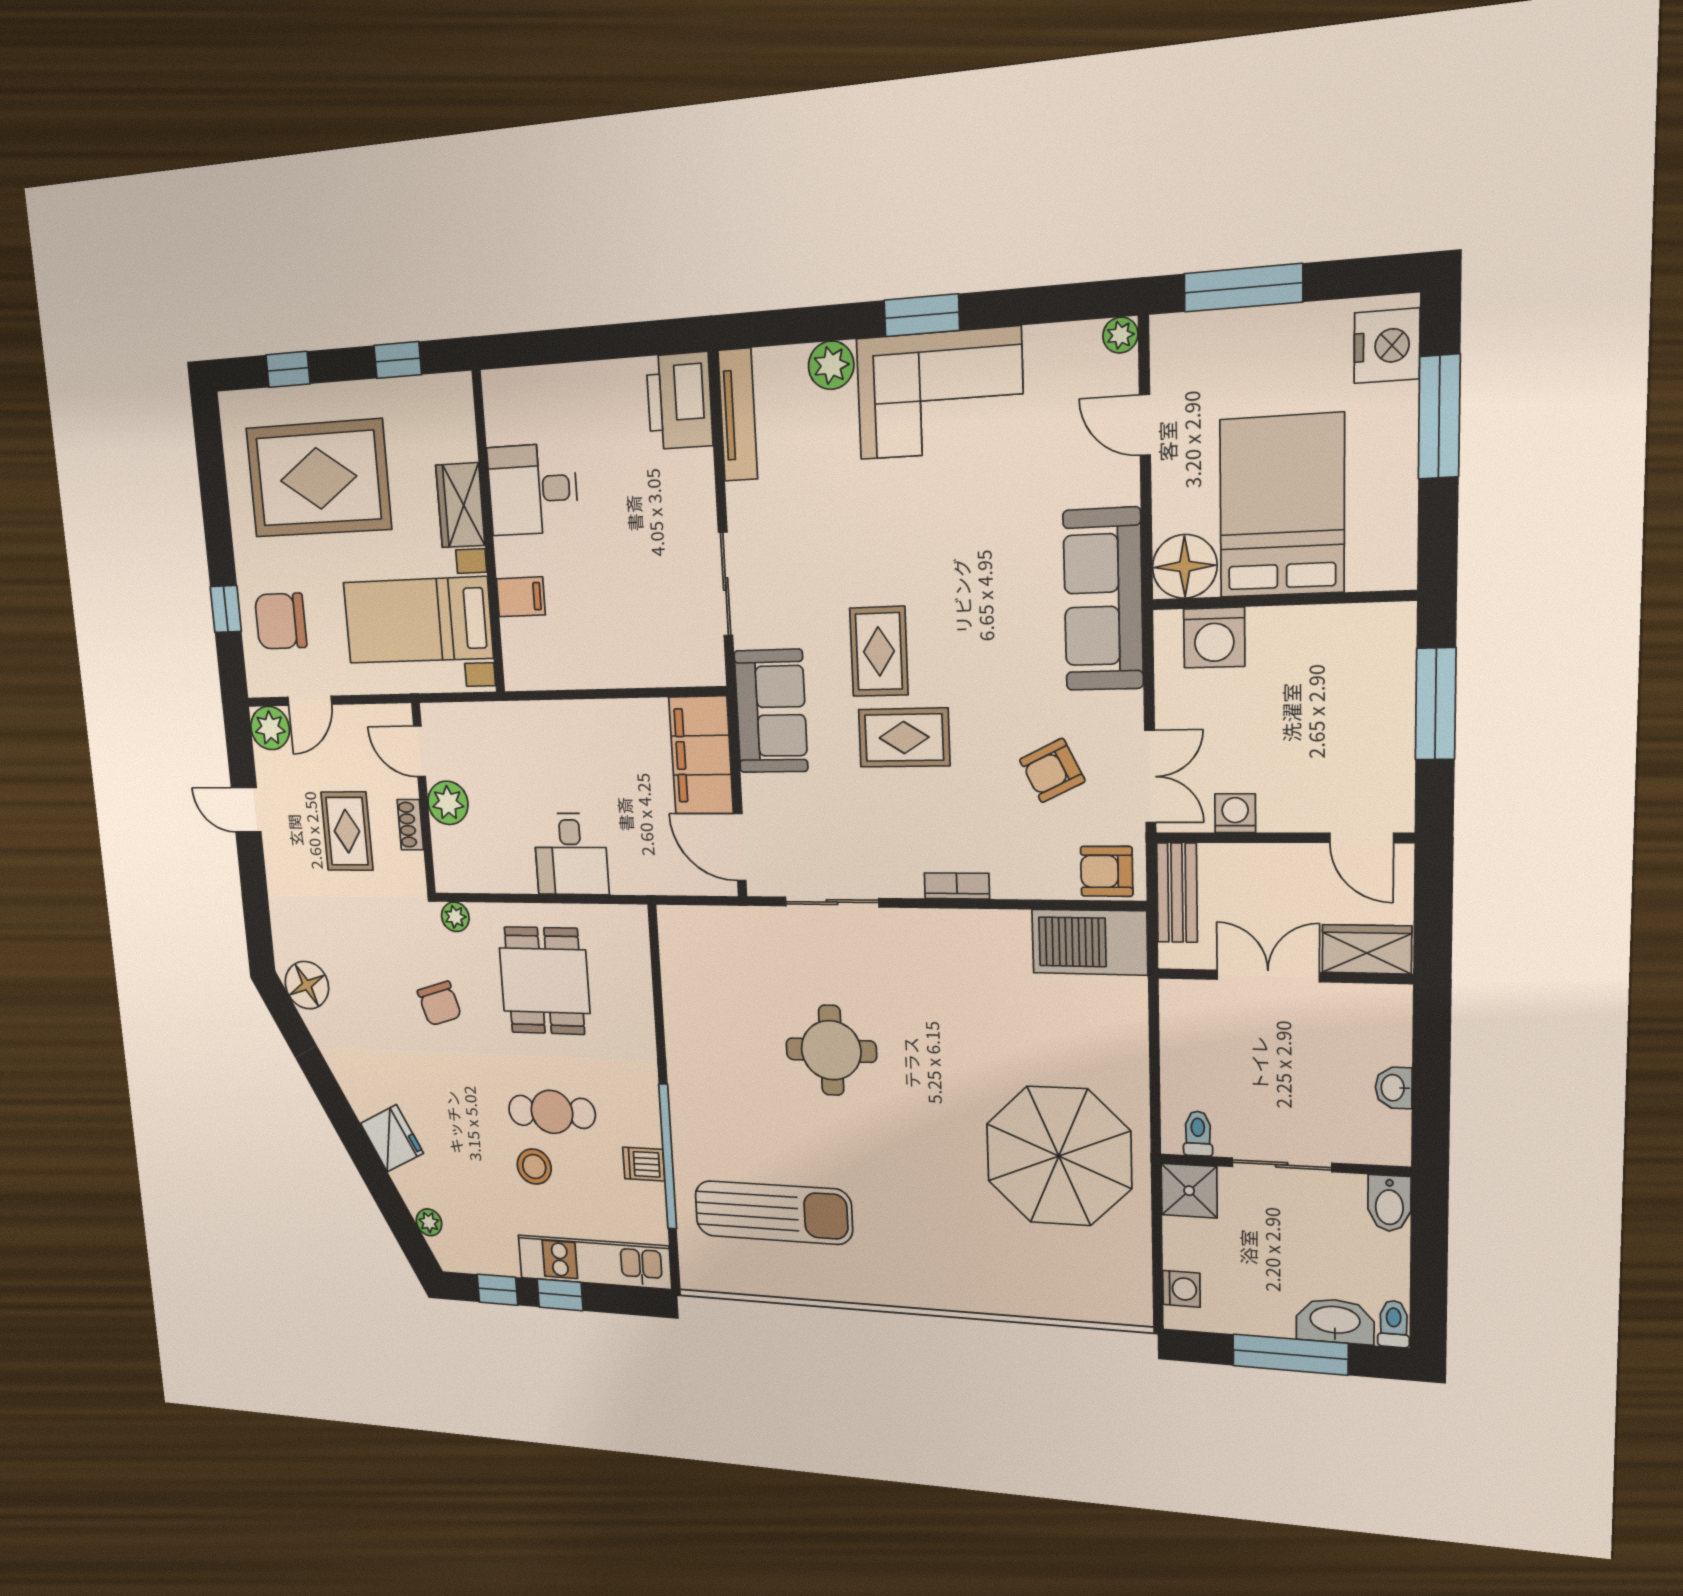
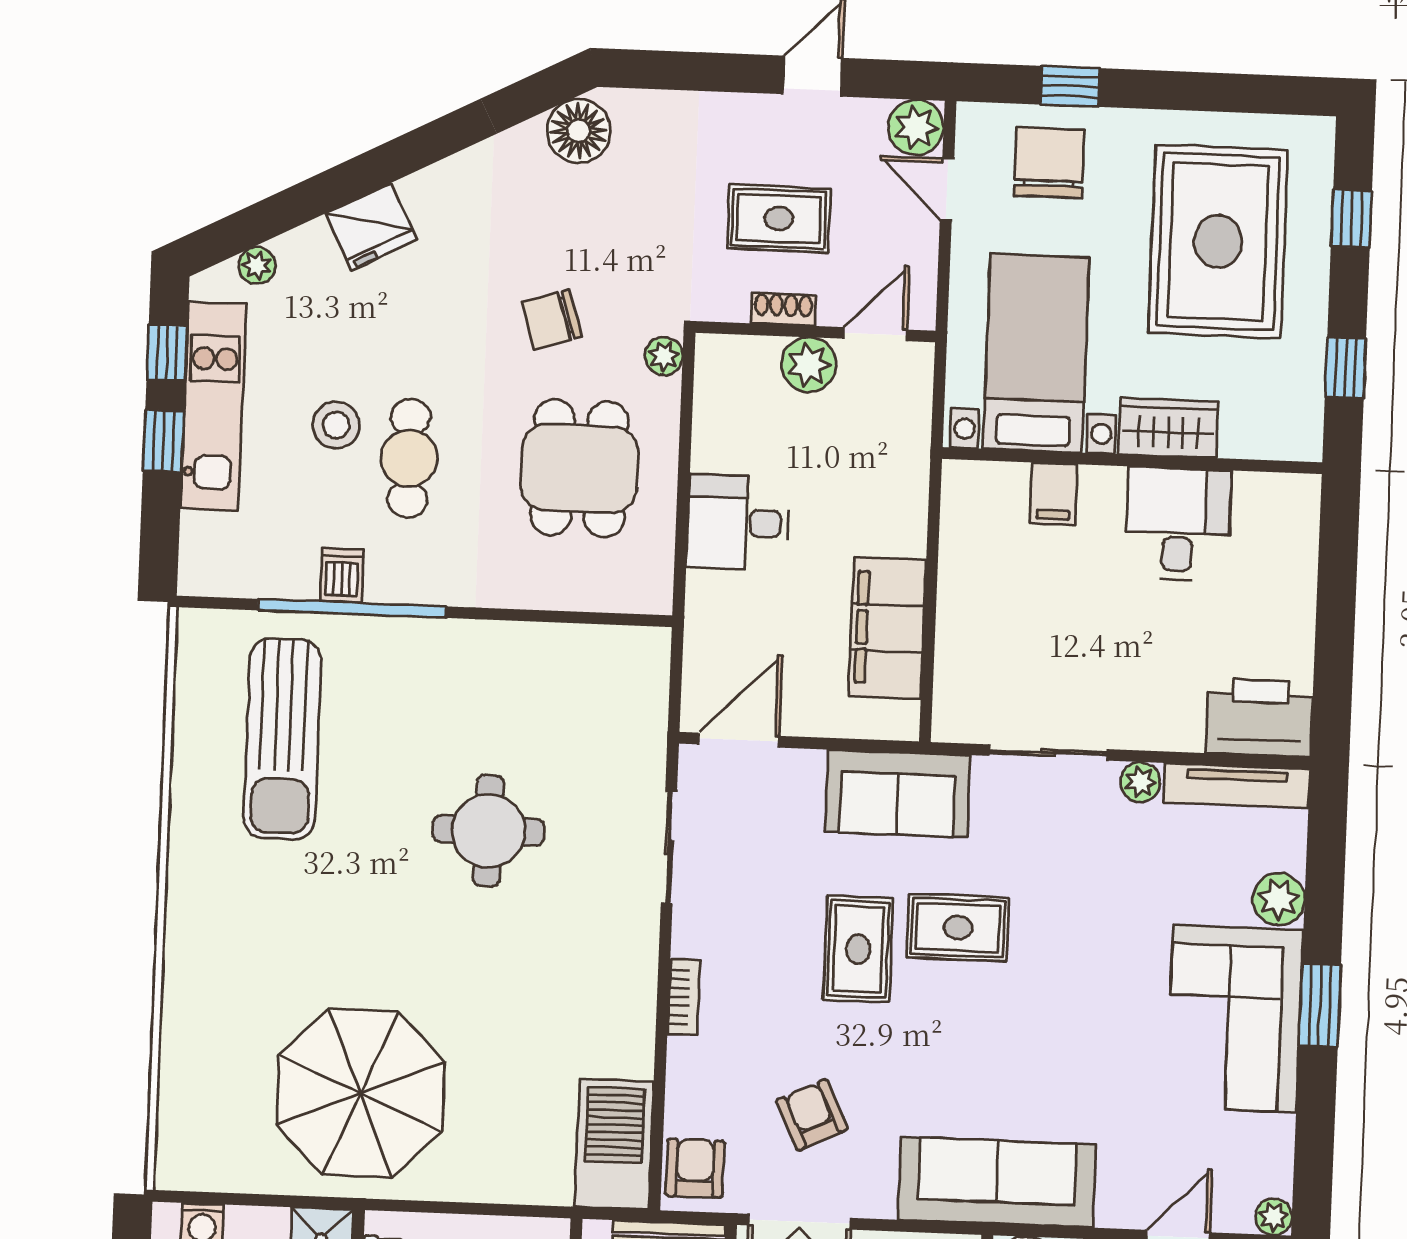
plant: (742, 501) -> (1140, 782), added
filing cabinet: (701, 755) -> (887, 628), moved, turned -90
dining table: (544, 981) -> (579, 468), turned 90
kitchen unit: (594, 1262) -> (213, 406), moved

